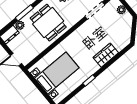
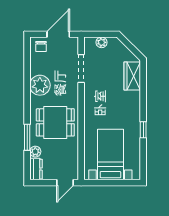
wardrobe: (106, 55) -> (132, 76), moved

